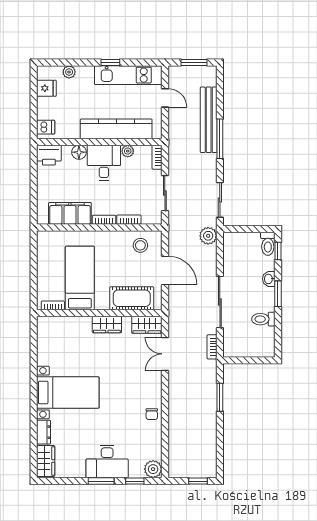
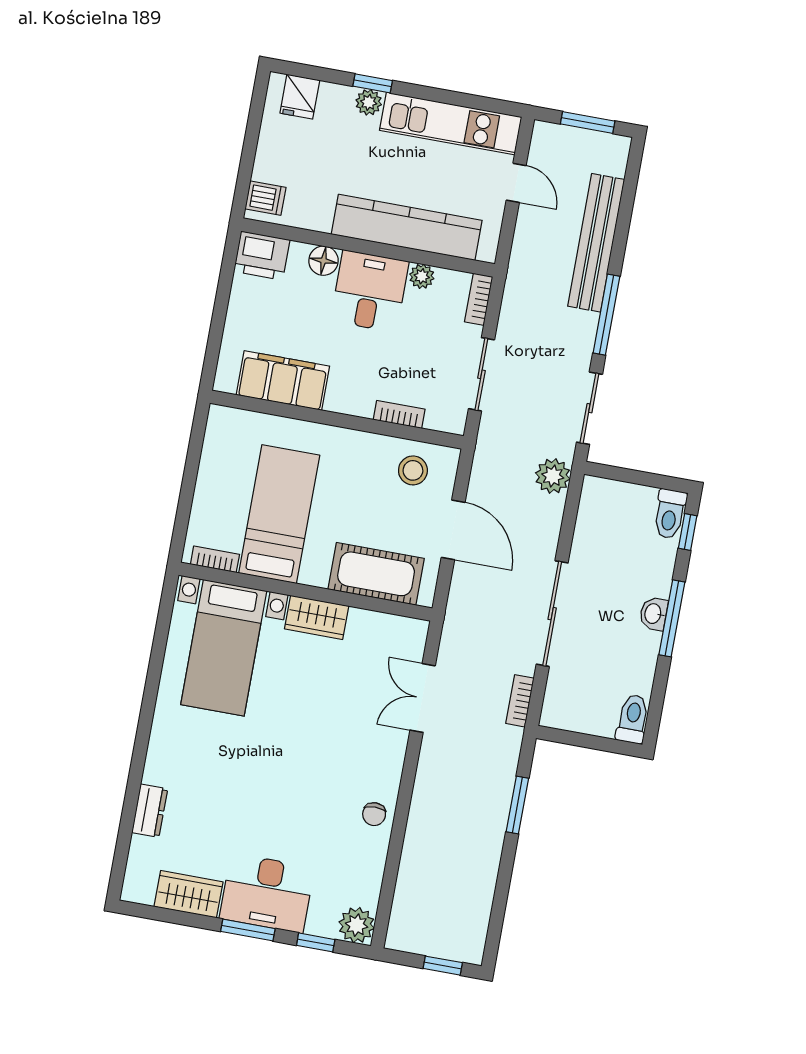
window: (110, 63) -> (373, 83), moved
plant: (69, 72) -> (369, 102), moved
fridge: (46, 88) -> (300, 97), moved, turned 90
window: (220, 139) -> (606, 315), moved
bookcase: (104, 220) -> (349, 406), removed
washbasin: (269, 279) -> (654, 614), moved
window: (278, 294) -> (672, 618), width x1.44
toilet: (263, 319) -> (633, 719), moved, turned 90
wardrobe: (147, 325) -> (397, 633), removed
bed with nightstands: (68, 392) -> (224, 648), moved, turned 90
wardrobe: (46, 461) -> (189, 894), moved, turned -90

